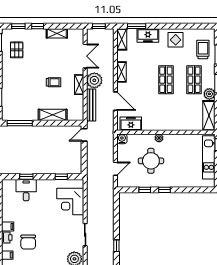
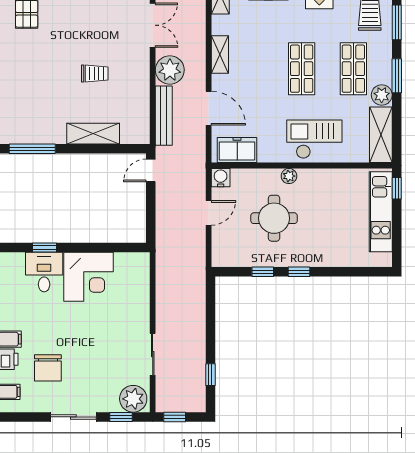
shelving: (79, 85) -> (142, 78), removed
checkout: (173, 118) -> (314, 139), added
door: (115, 169) -> (209, 213), moved
window: (61, 177) -> (109, 247), removed
corner desk: (70, 202) -> (89, 277), moved, turned -90

